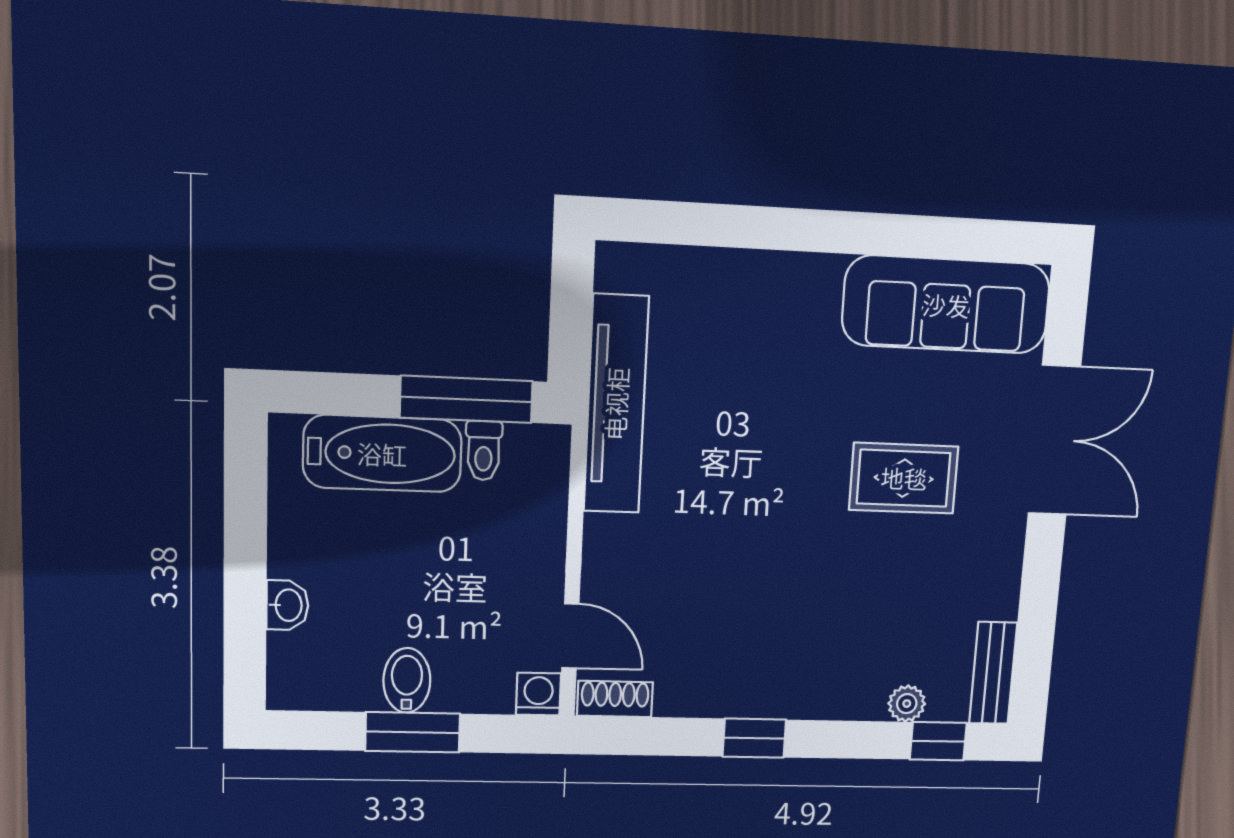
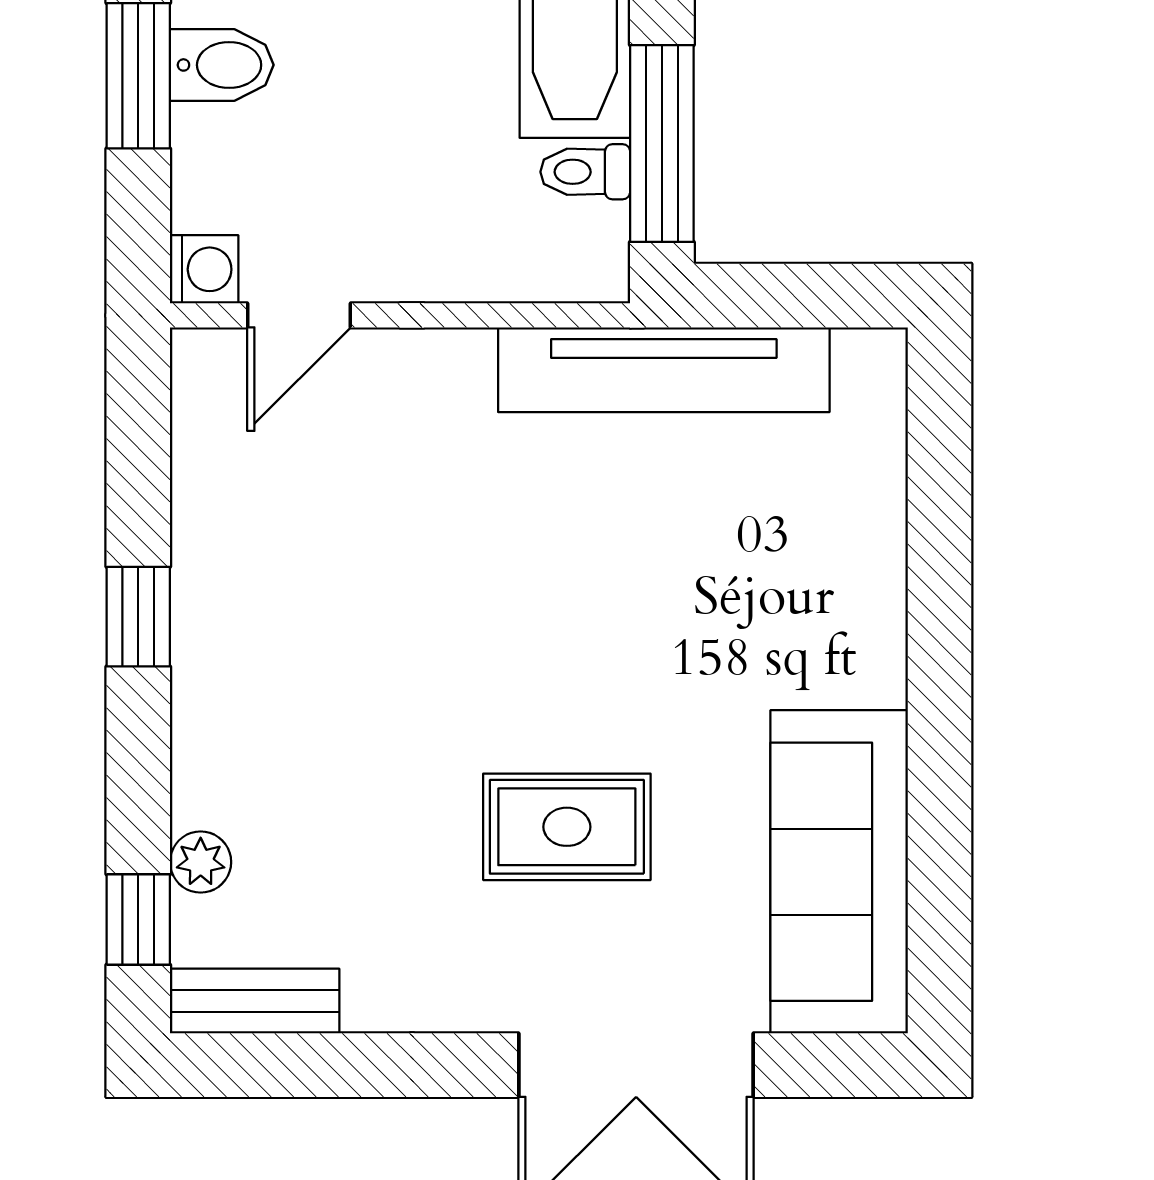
rug: (904, 478) -> (567, 827), turned 90
shoe rack: (615, 699) -> (199, 390), removed

